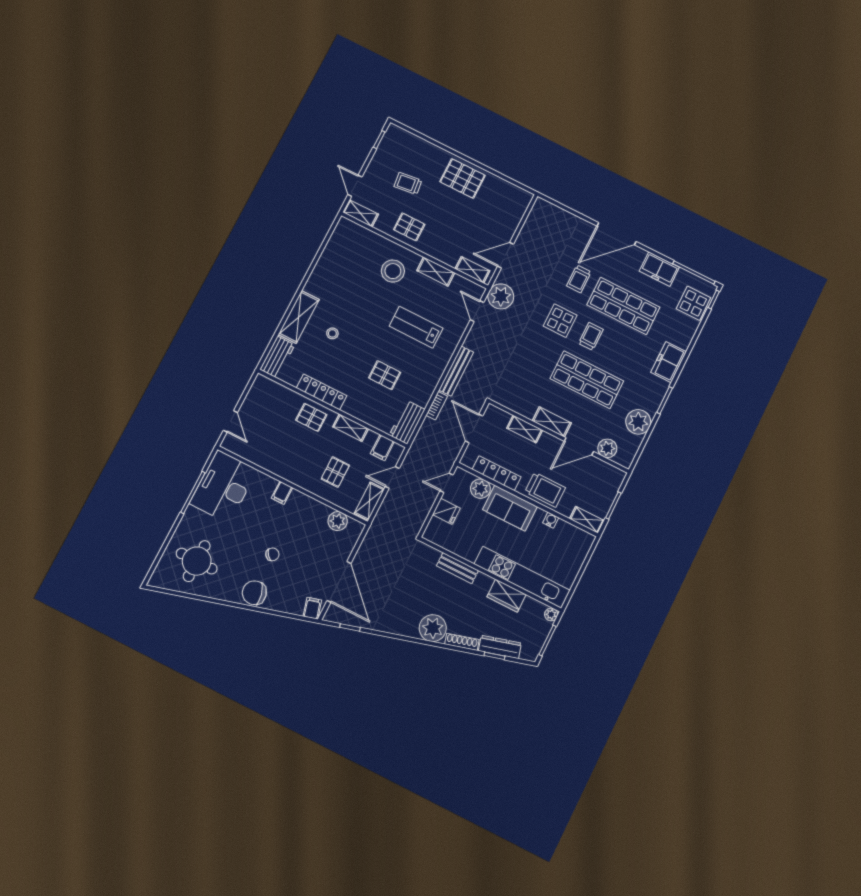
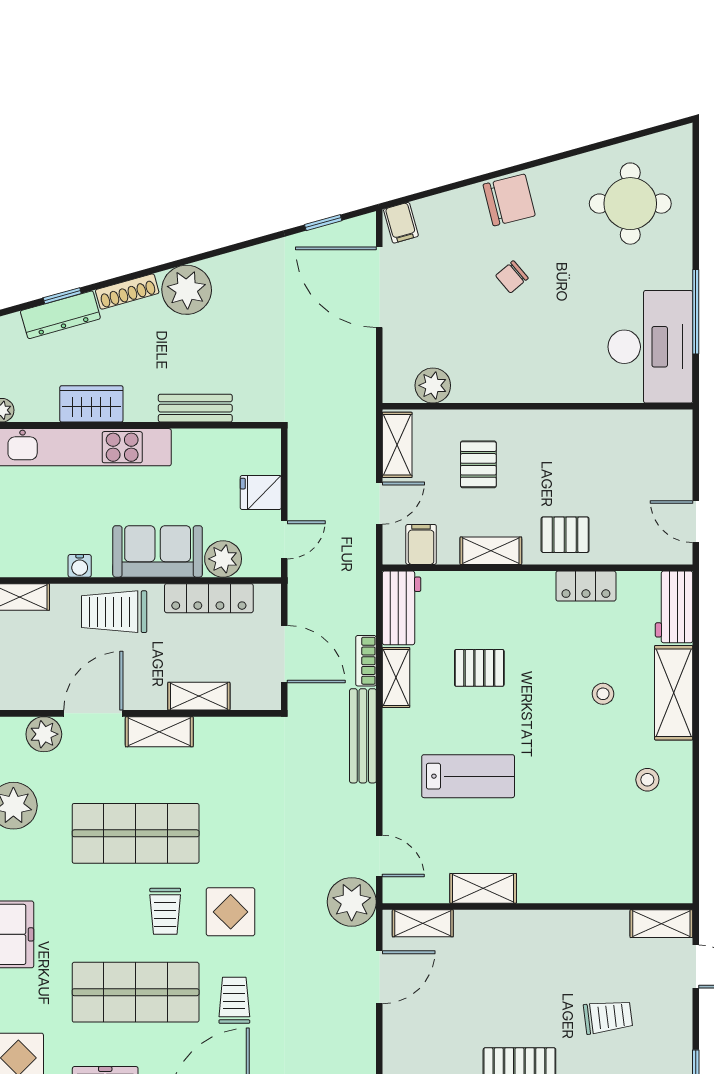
pallet: (409, 227) -> (567, 942), removed
stool: (393, 271) -> (647, 780), moved, width x0.53, depth x0.53
shelving: (426, 391) -> (396, 677), added
locker: (322, 392) -> (586, 586), width x0.66
door: (230, 421) -> (696, 522), moved
filing cabinet: (282, 493) -> (549, 385), removed

